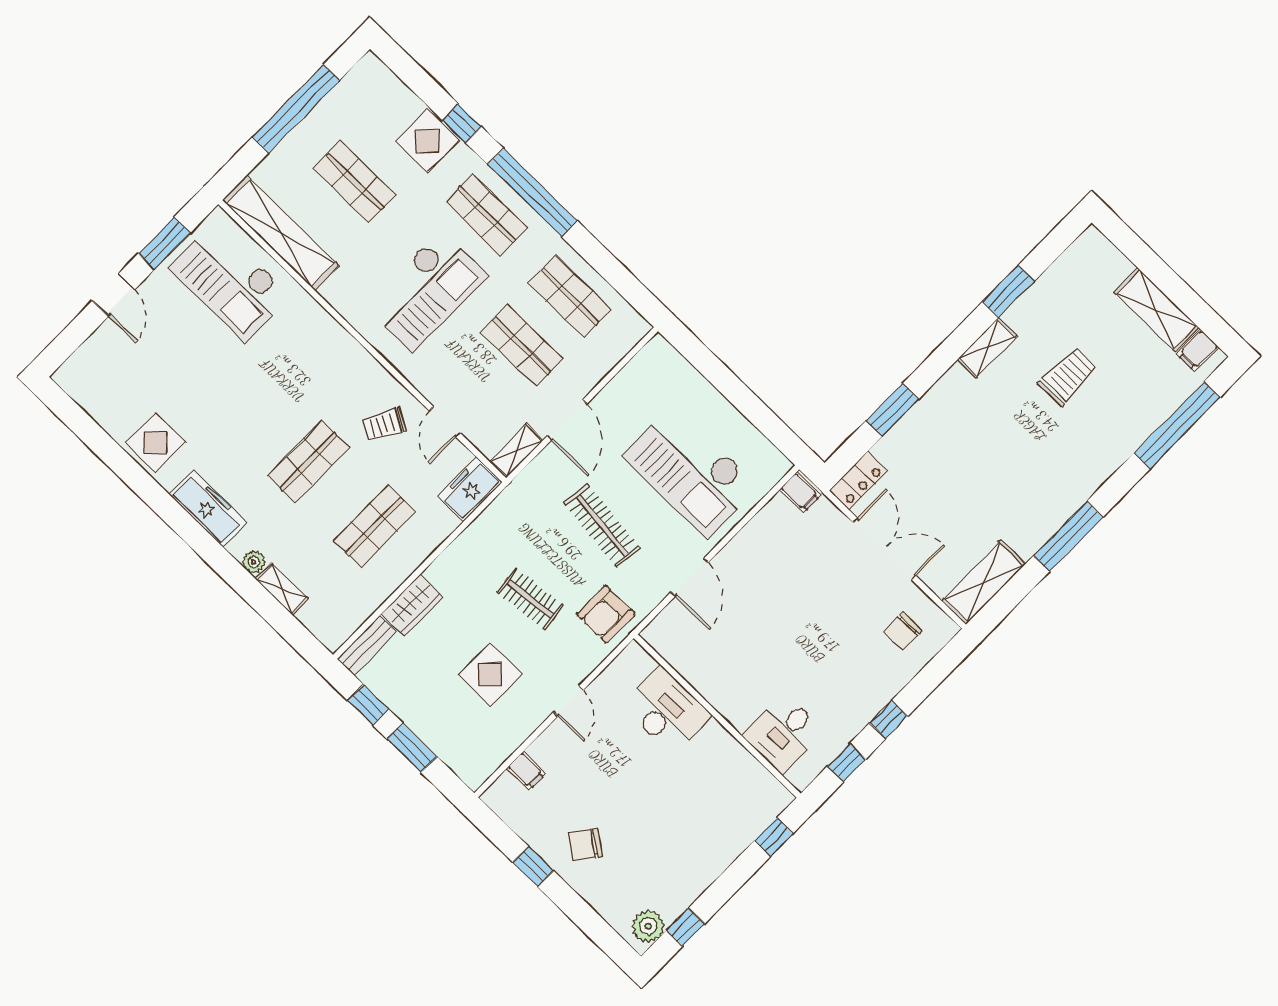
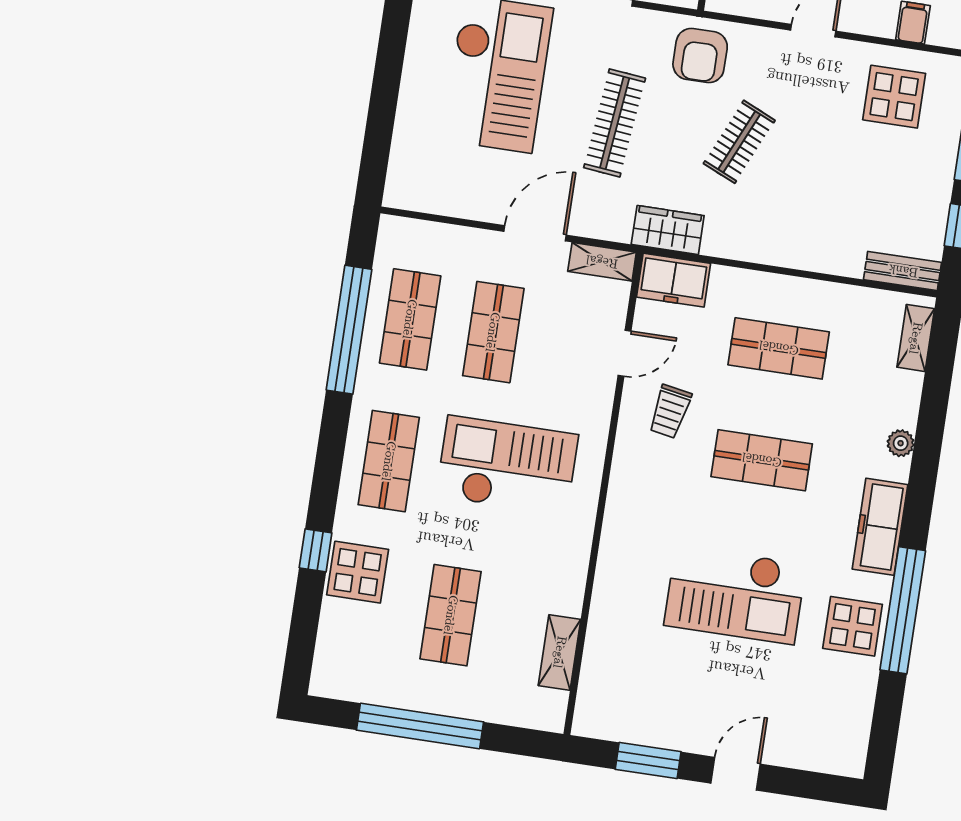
window: (532, 192) -> (349, 330), moved
shelving: (281, 233) -> (560, 652), width x0.45, depth x0.75
checkout: (230, 282) -> (735, 595), moved, turned 90
trolley: (385, 424) -> (670, 411), turned 71
window: (142, 483) -> (903, 610), added
shelving: (282, 589) -> (916, 338), moved
clothes rail: (530, 599) -> (739, 142), turned 30
wardrobe: (412, 605) -> (668, 230), moved
armchair: (606, 614) -> (700, 55), turned 90
display table: (490, 675) -> (894, 97), moved

